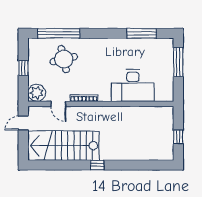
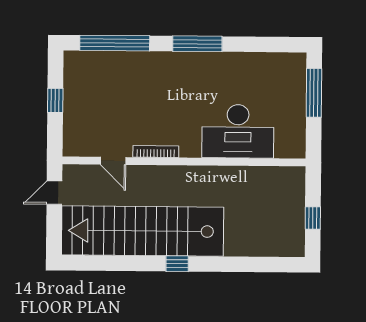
window: (142, 33) -> (197, 44), moved
round table: (64, 59) -> (123, 86), removed
plant: (37, 93) -> (77, 142), removed
stairs: (63, 146) -> (143, 231), width x1.36

